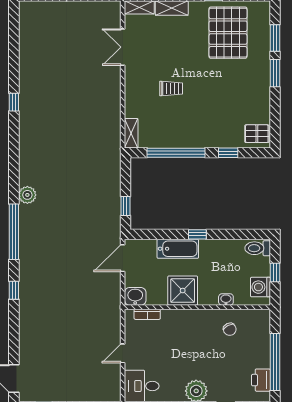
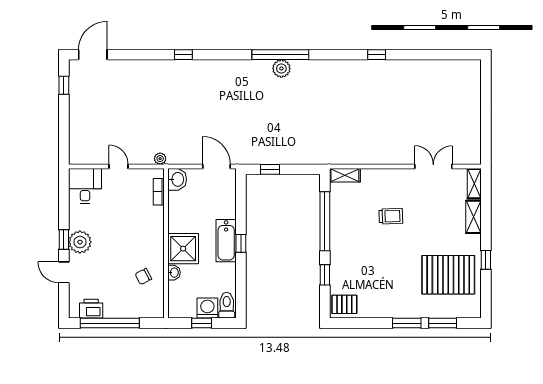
trolley: (171, 88) -> (391, 216), turned -92
pallet: (257, 134) -> (344, 304), turned 90
window: (14, 232) -> (280, 55), moved
bathtub: (178, 249) -> (226, 241), moved
washing machine: (260, 287) -> (207, 308), moved
shower: (183, 291) -> (183, 249), moved
plant: (115, 313) -> (160, 159), added

